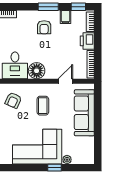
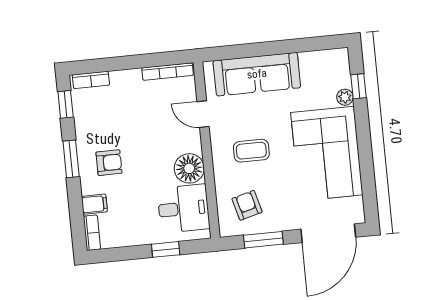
filing cabinet: (66, 17) -> (94, 204), moved
printer: (87, 41) -> (126, 82), removed
armchair: (13, 100) -> (247, 205), turned -129
window: (54, 168) -> (358, 86), moved

